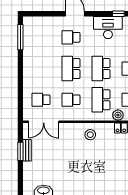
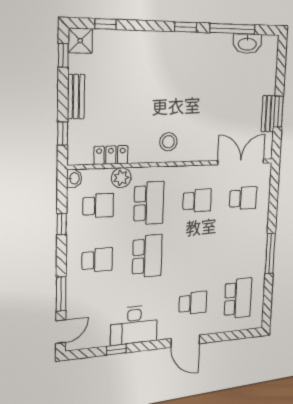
window: (20, 37) -> (270, 253), moved
school desk: (71, 69) -> (238, 298), moved

